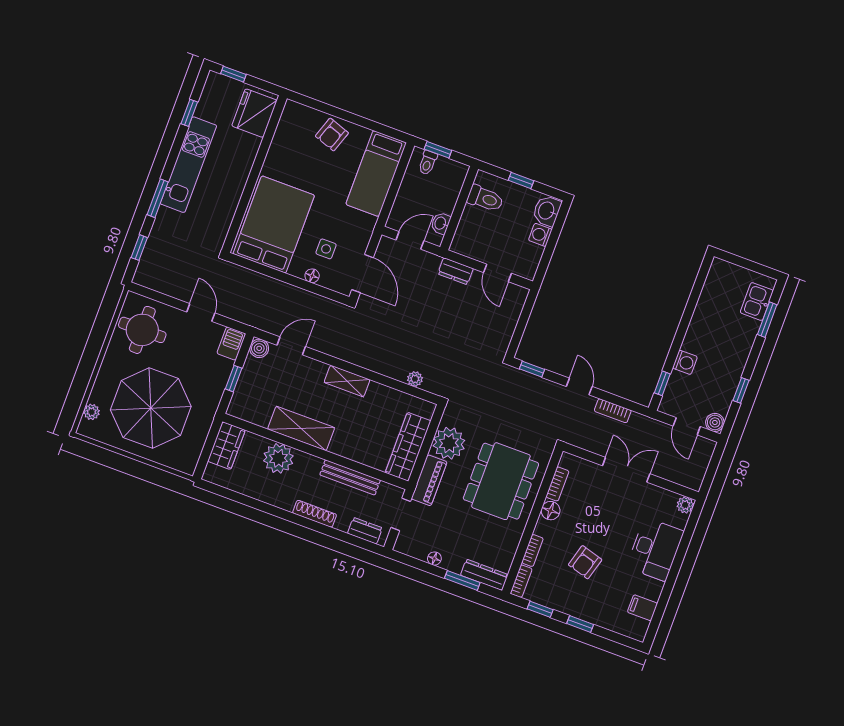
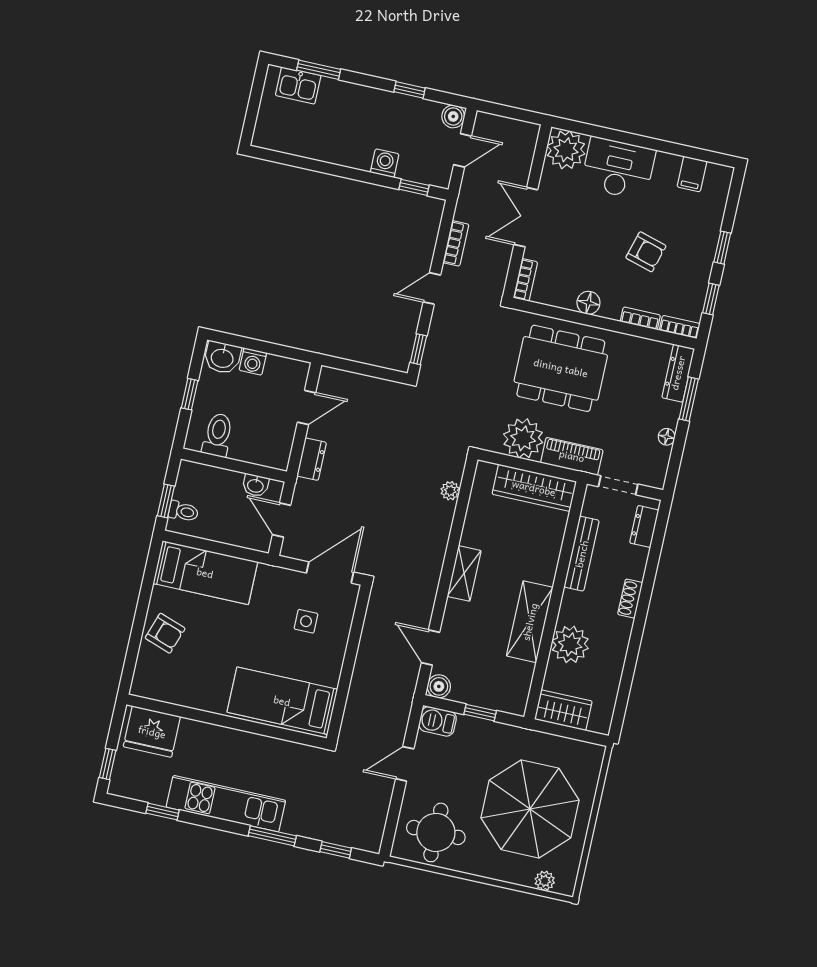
bed: (274, 224) -> (282, 701), width x0.67
floor lamp: (312, 276) -> (341, 634), removed
bookcase: (557, 484) -> (525, 280), moved, turned 90
plant: (685, 505) -> (566, 150), width x1.87, depth x1.87
shoe rack: (315, 514) -> (630, 599), width x0.70

